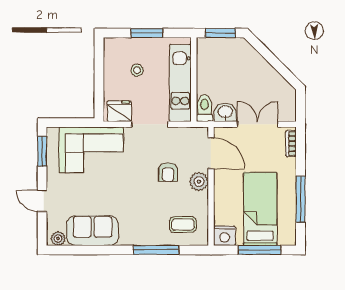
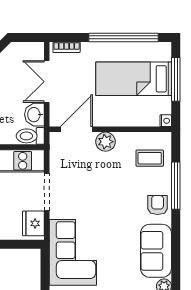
armchair: (168, 172) -> (158, 205), moved, turned -90
window: (300, 199) -> (124, 37), width x1.46
coffee table: (183, 225) -> (150, 158), turned 90
nightstand: (225, 236) -> (166, 121), width x0.53, depth x0.56

